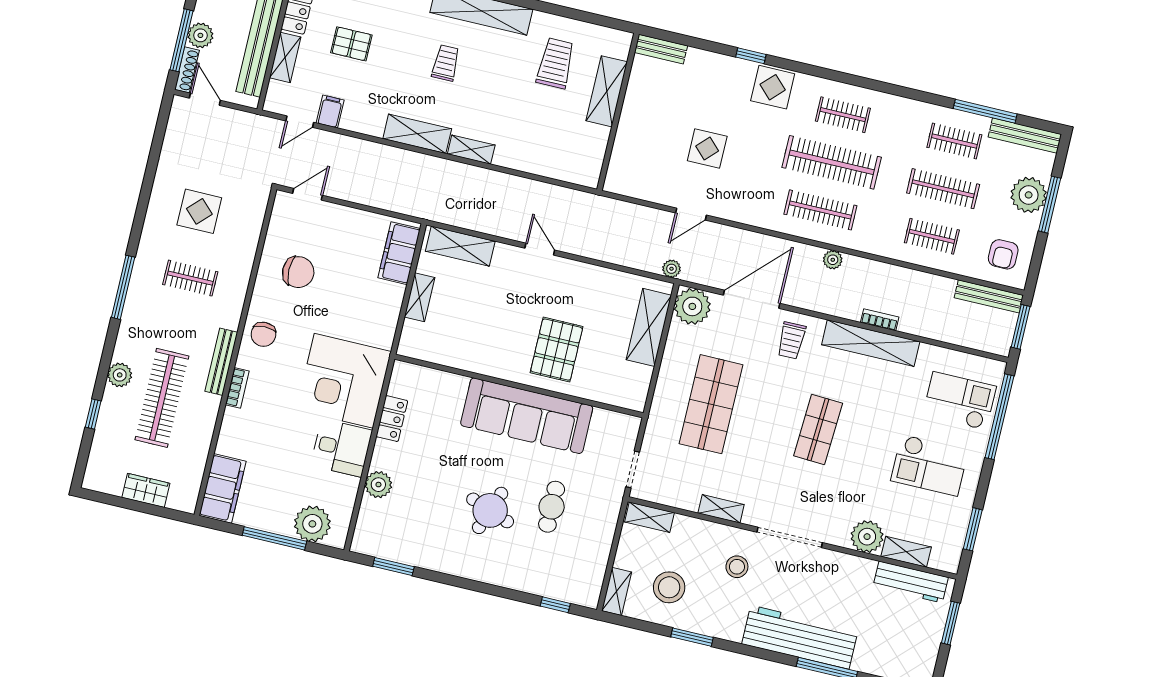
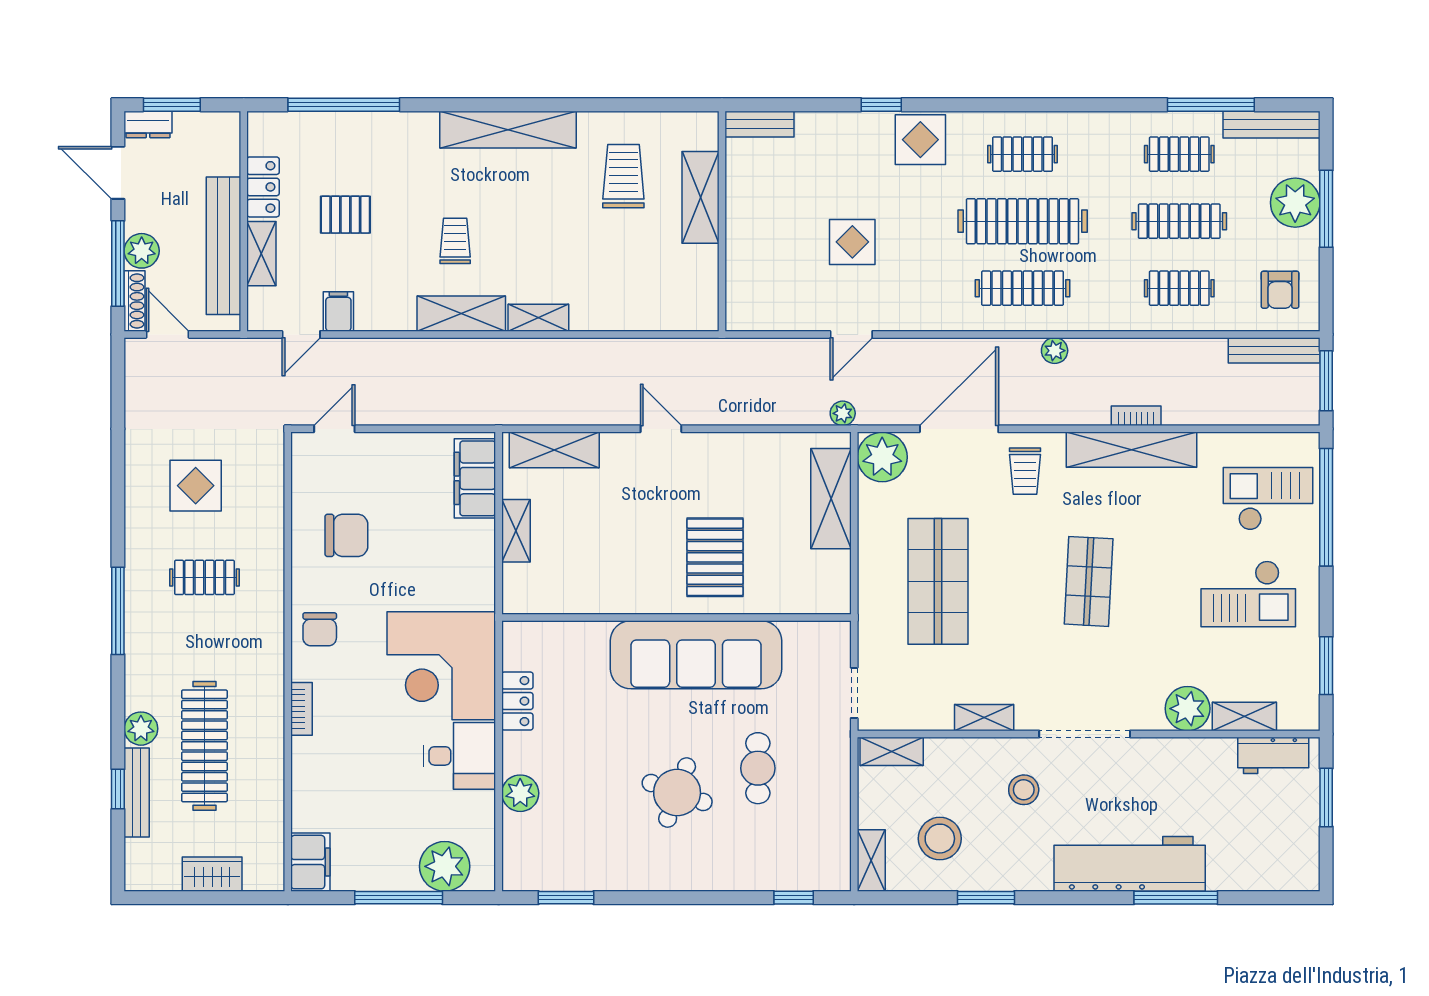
trolley: (446, 63) -> (455, 241), moved
bench: (221, 362) -> (137, 792), moved
filing cabinet: (223, 488) -> (310, 862), width x0.67, depth x0.86
workbench: (911, 582) -> (1273, 755), width x0.73

